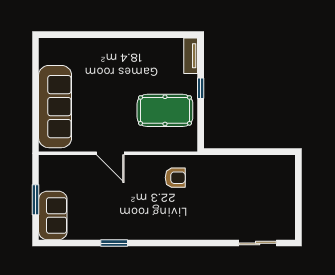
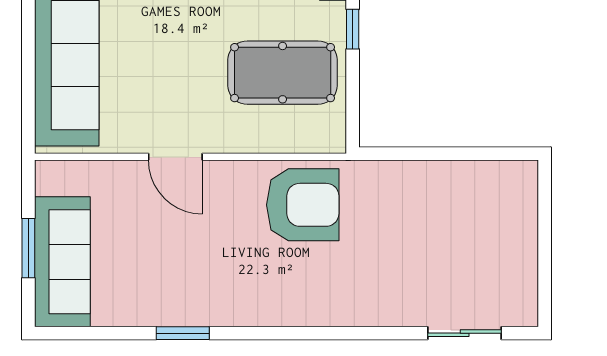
armchair: (175, 178) -> (303, 205), width x1.88, depth x1.88
sofa: (53, 215) -> (62, 262), width x1.36

